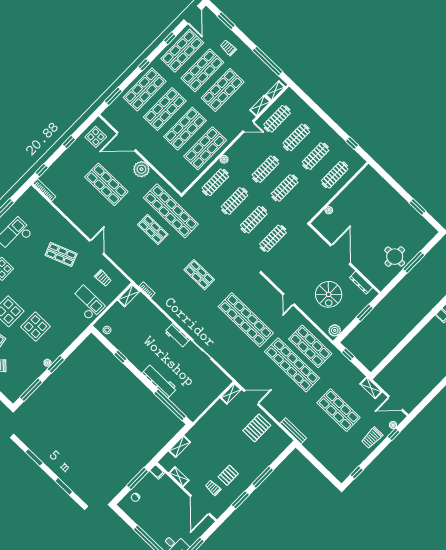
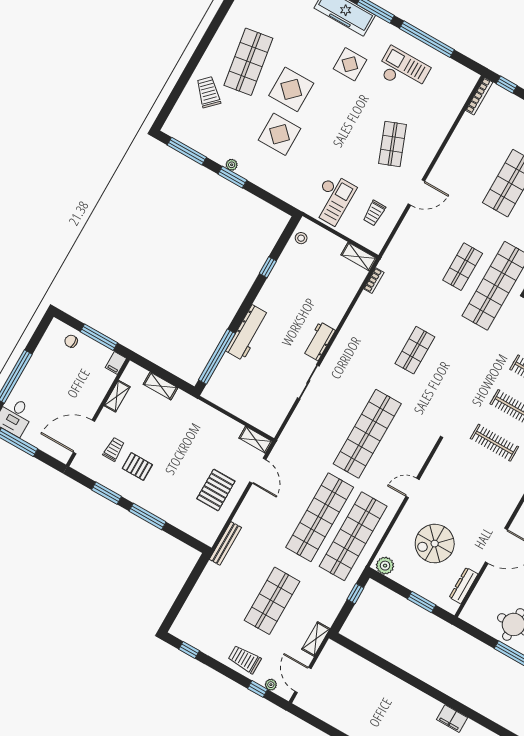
shop shelf: (310, 346) -> (353, 536), width x1.40
pallet: (257, 428) -> (216, 490), turned 90

